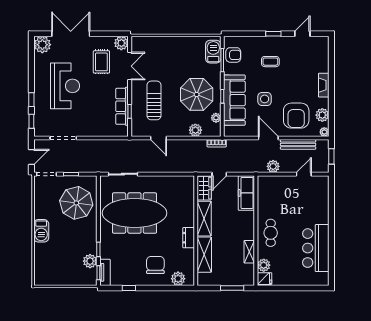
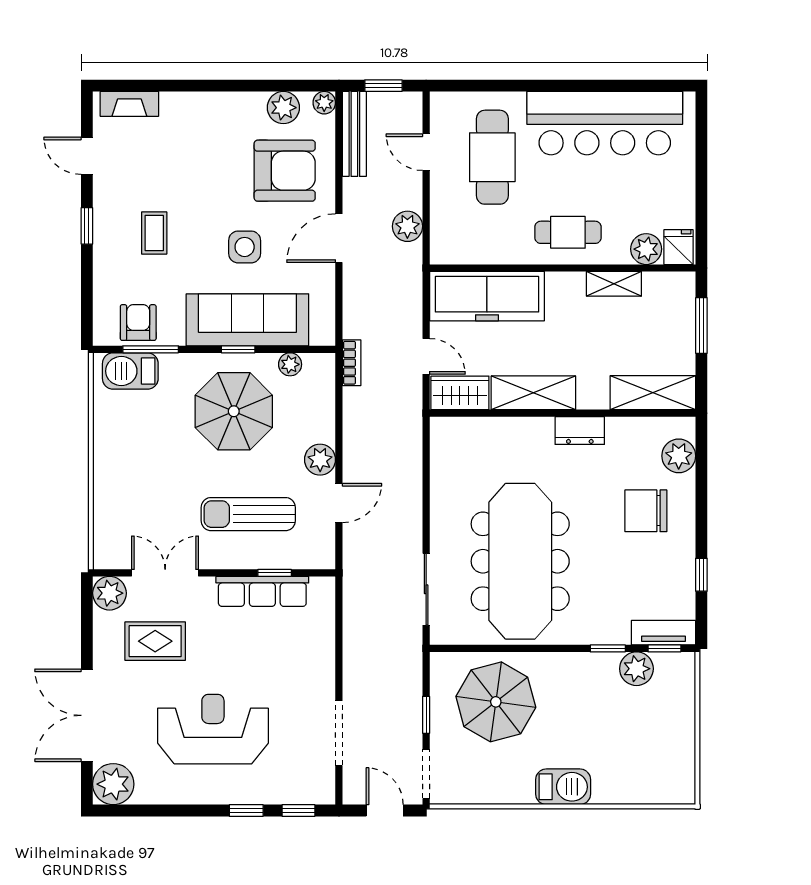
fireplace: (324, 85) -> (129, 104), moved
plant: (195, 130) -> (320, 460), moved
bench: (298, 144) -> (354, 134), moved
freezer: (246, 193) -> (487, 296), width x1.36, depth x1.26
cafe table: (302, 201) -> (492, 157), added
bar counter: (316, 248) -> (605, 123), width x1.36
shelving: (204, 255) -> (653, 393), moved

